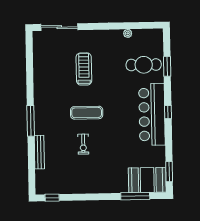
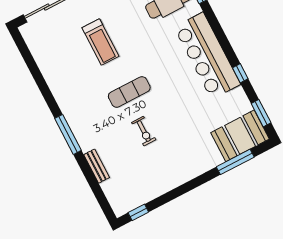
treadmill: (84, 69) -> (100, 42), turned 180
window: (168, 112) -> (240, 73), moved
bench: (39, 152) -> (97, 166), width x0.73

